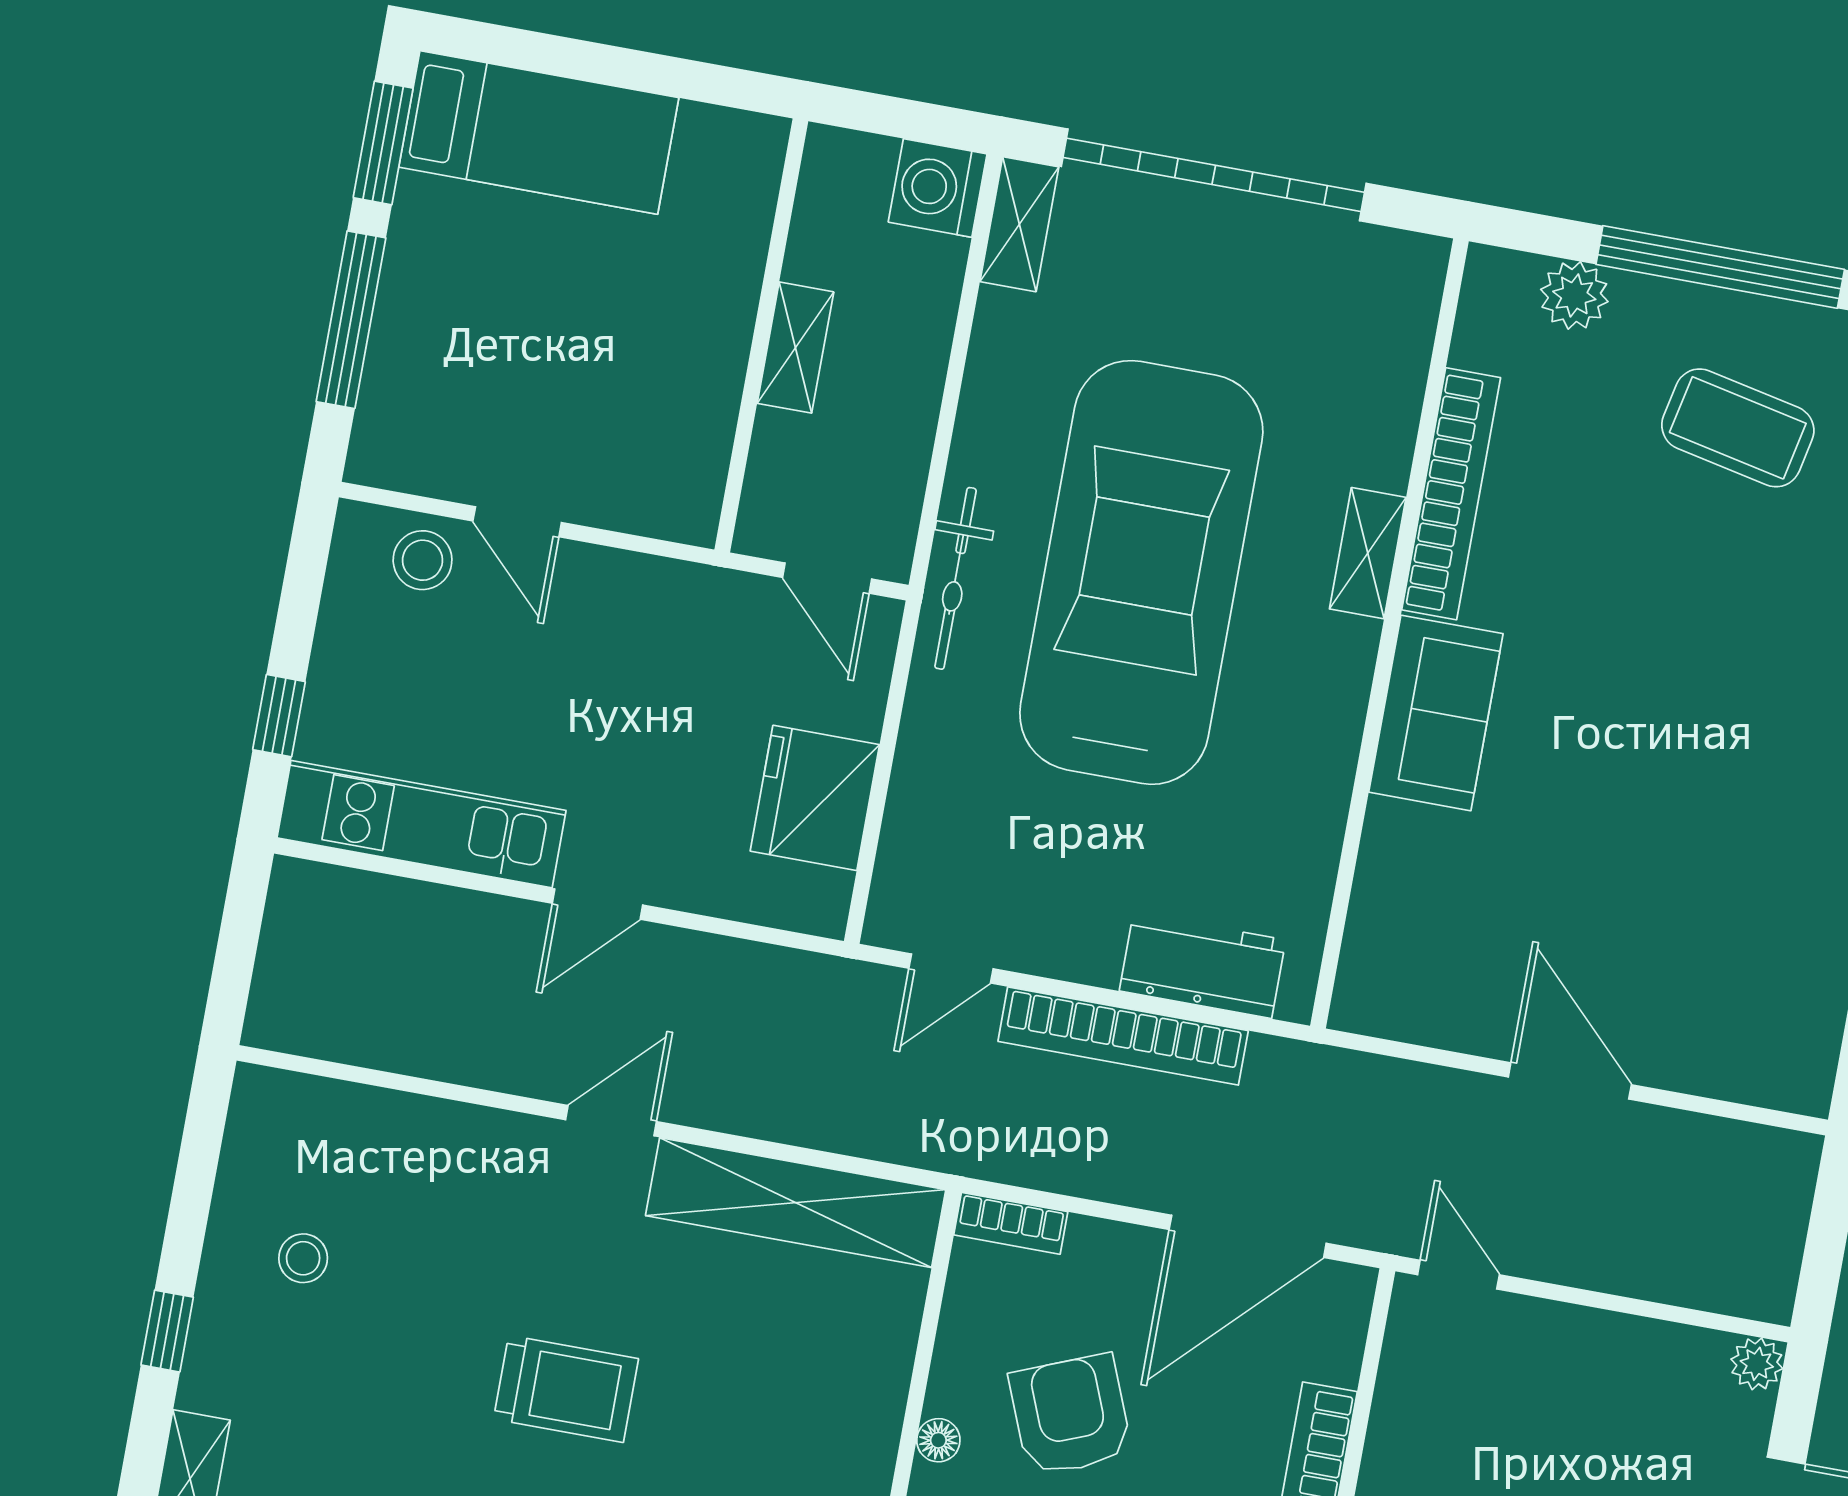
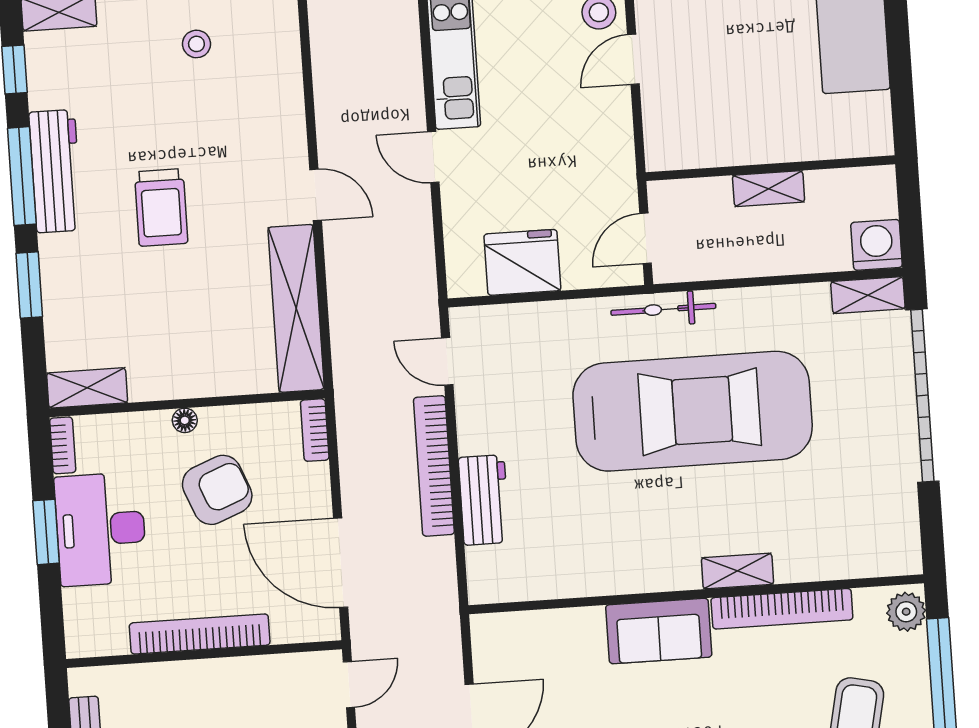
bookcase: (1451, 494) -> (782, 609), moved
shelving: (1368, 553) -> (737, 571), moved
wall: (1389, 633) -> (696, 594), moved
sofa: (1436, 713) -> (659, 631), moved

